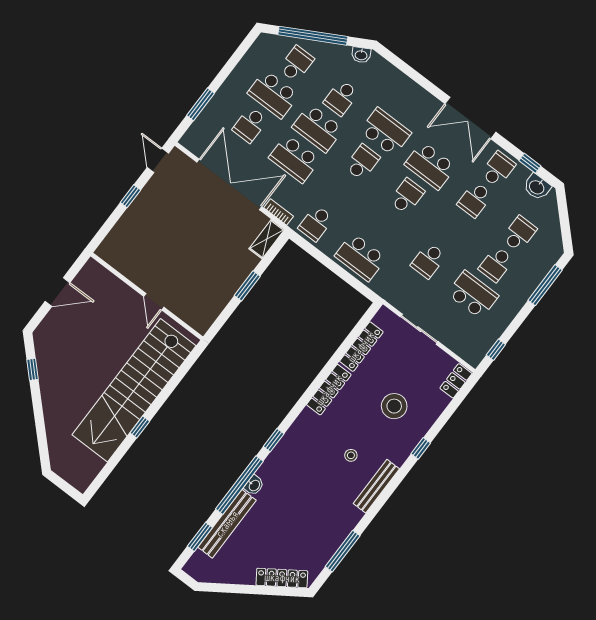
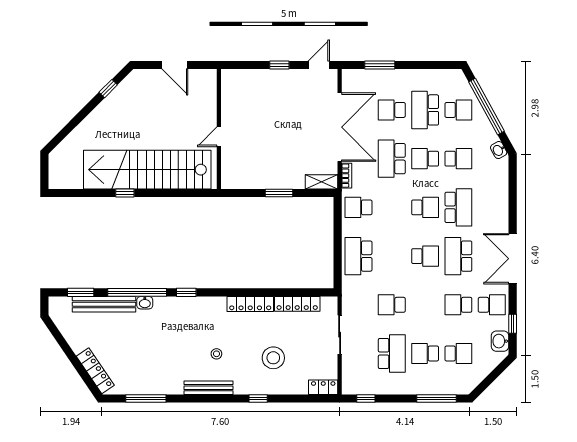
school desk: (341, 98) -> (458, 159), turned 180
school desk: (318, 128) -> (425, 159), width x0.54

